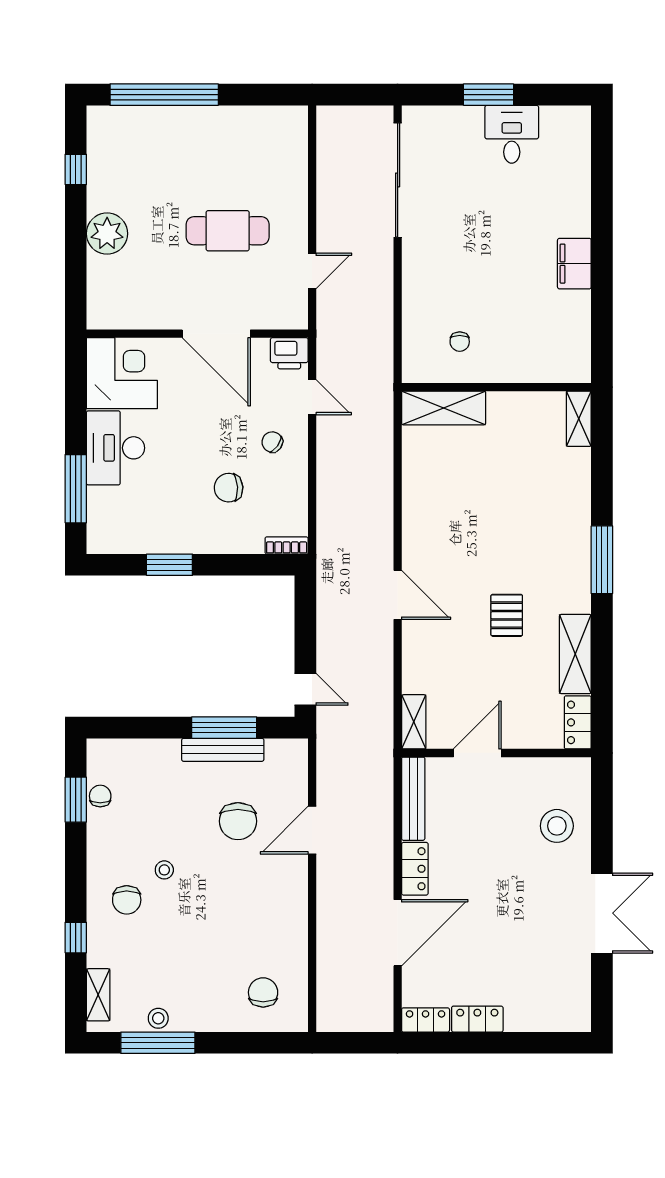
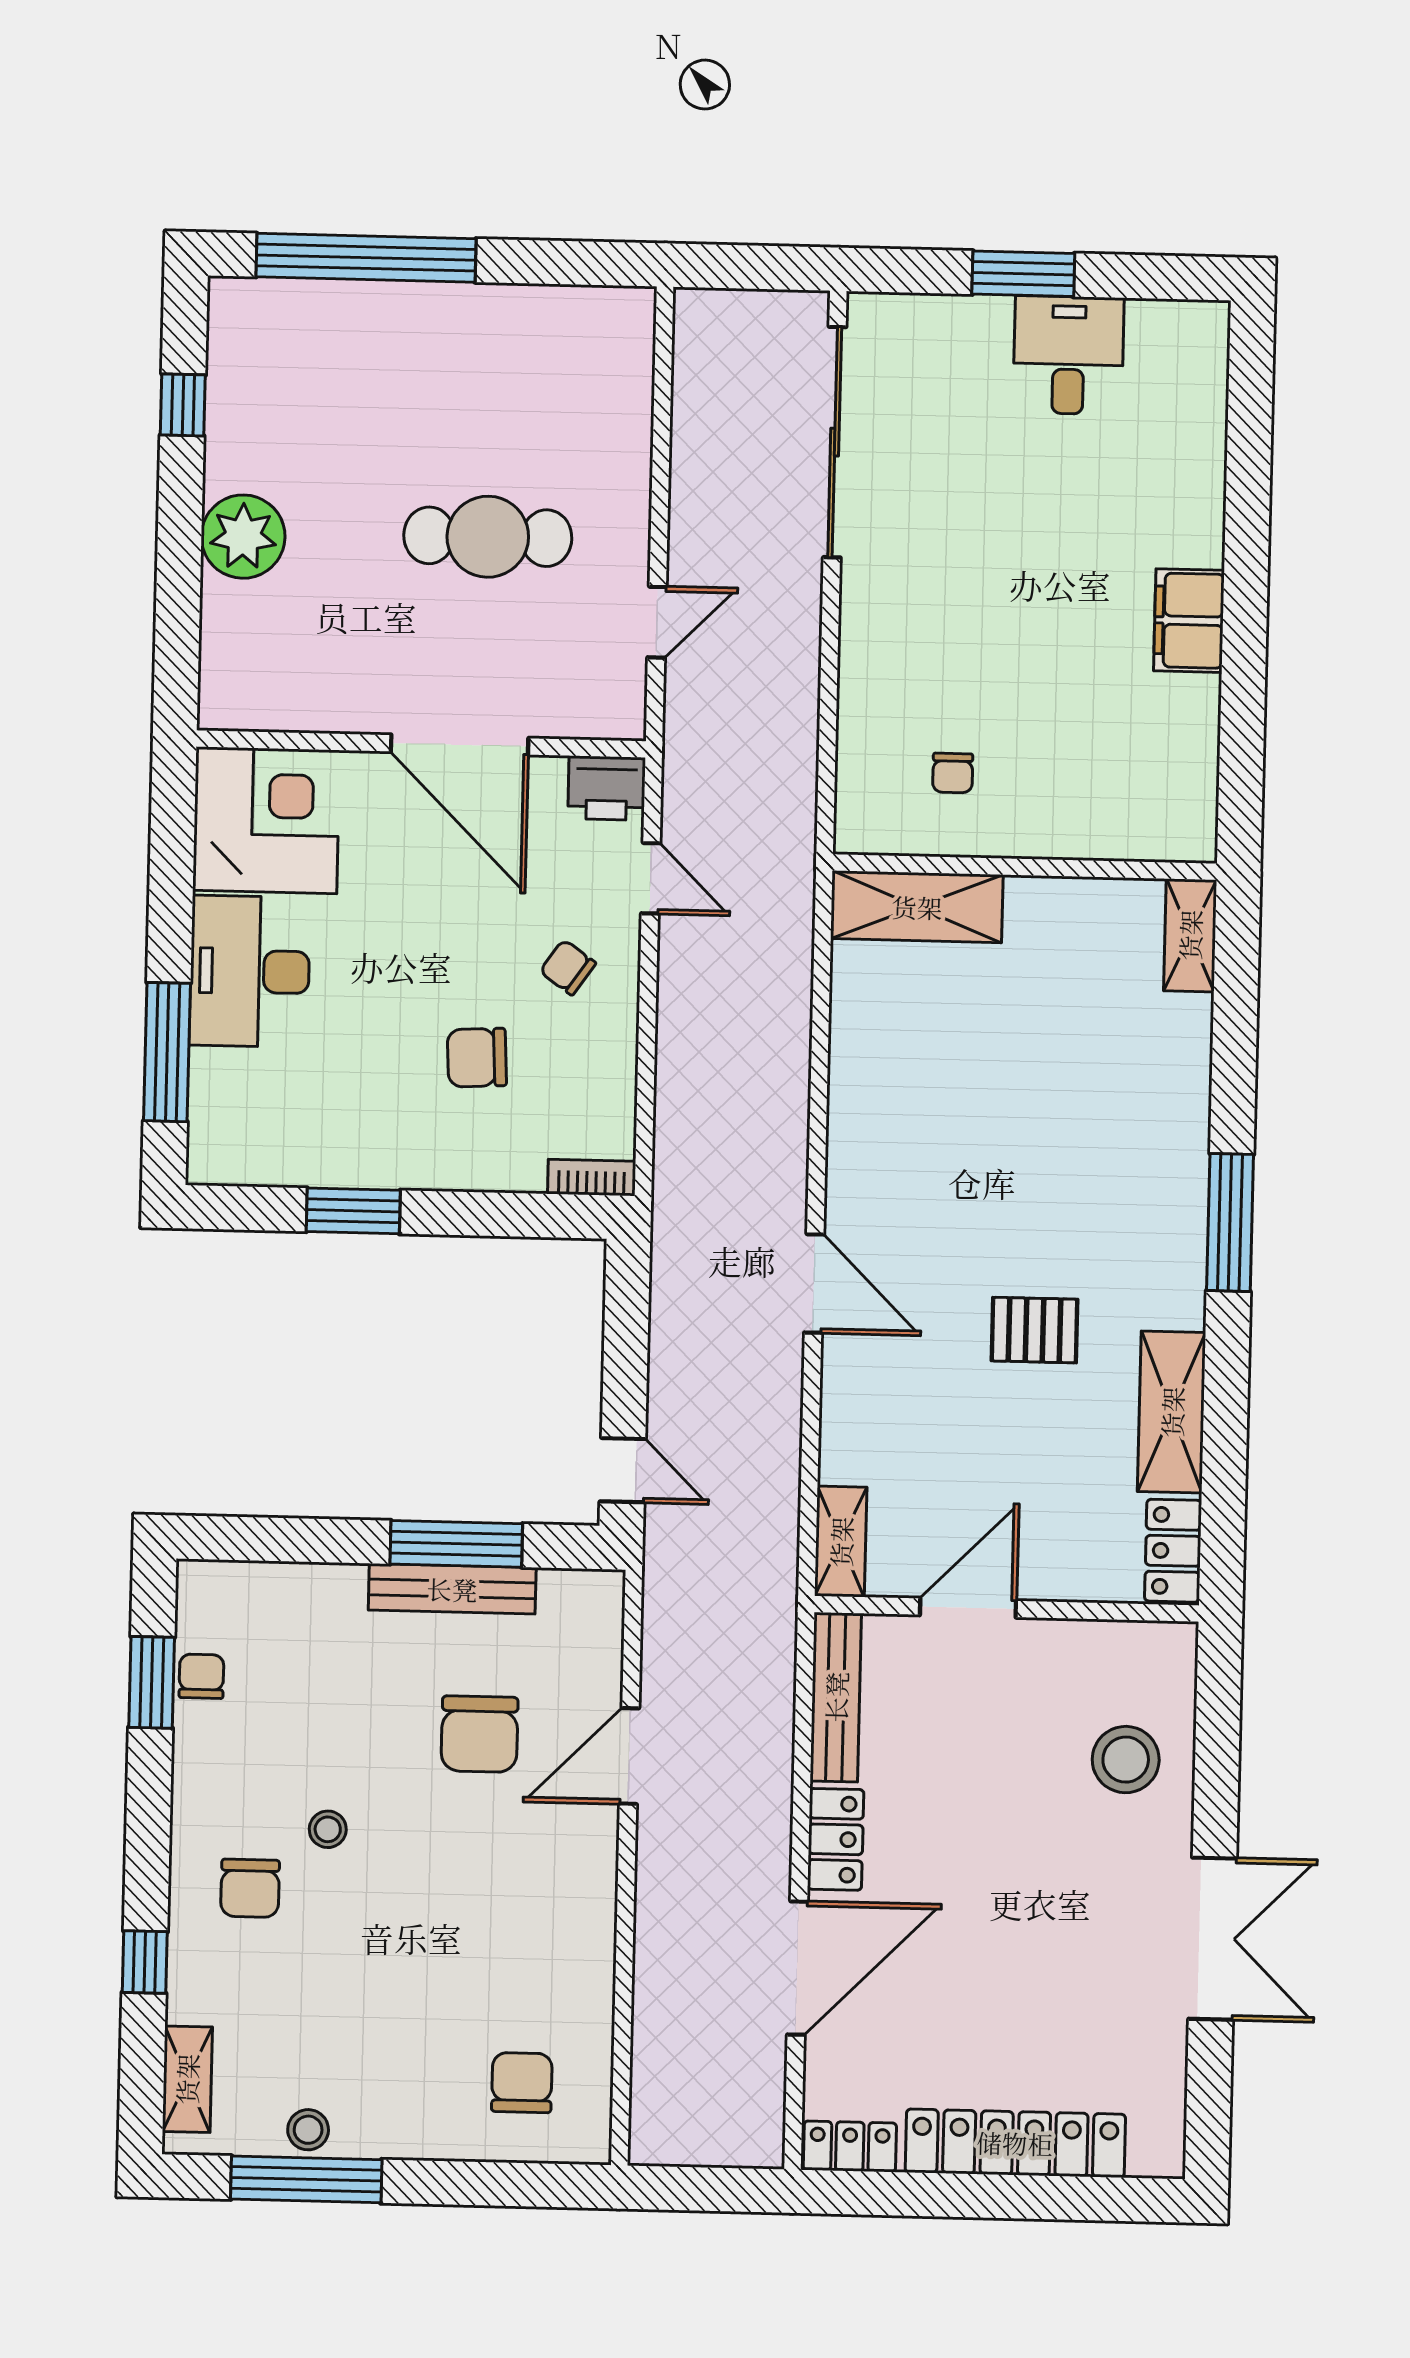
pallet: (507, 615) -> (1034, 1330), turned 90
locker: (477, 1019) -> (1015, 2143), width x2.16, depth x1.21

